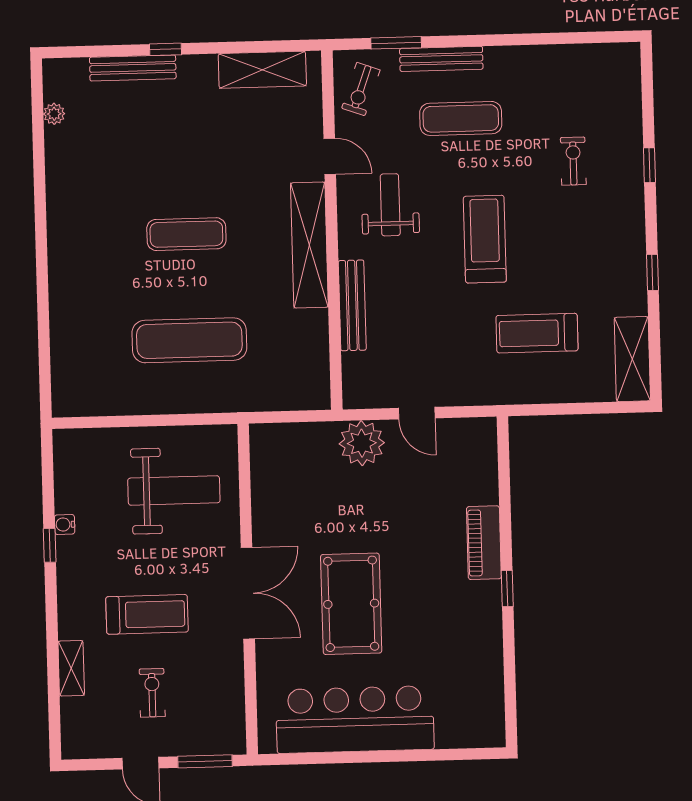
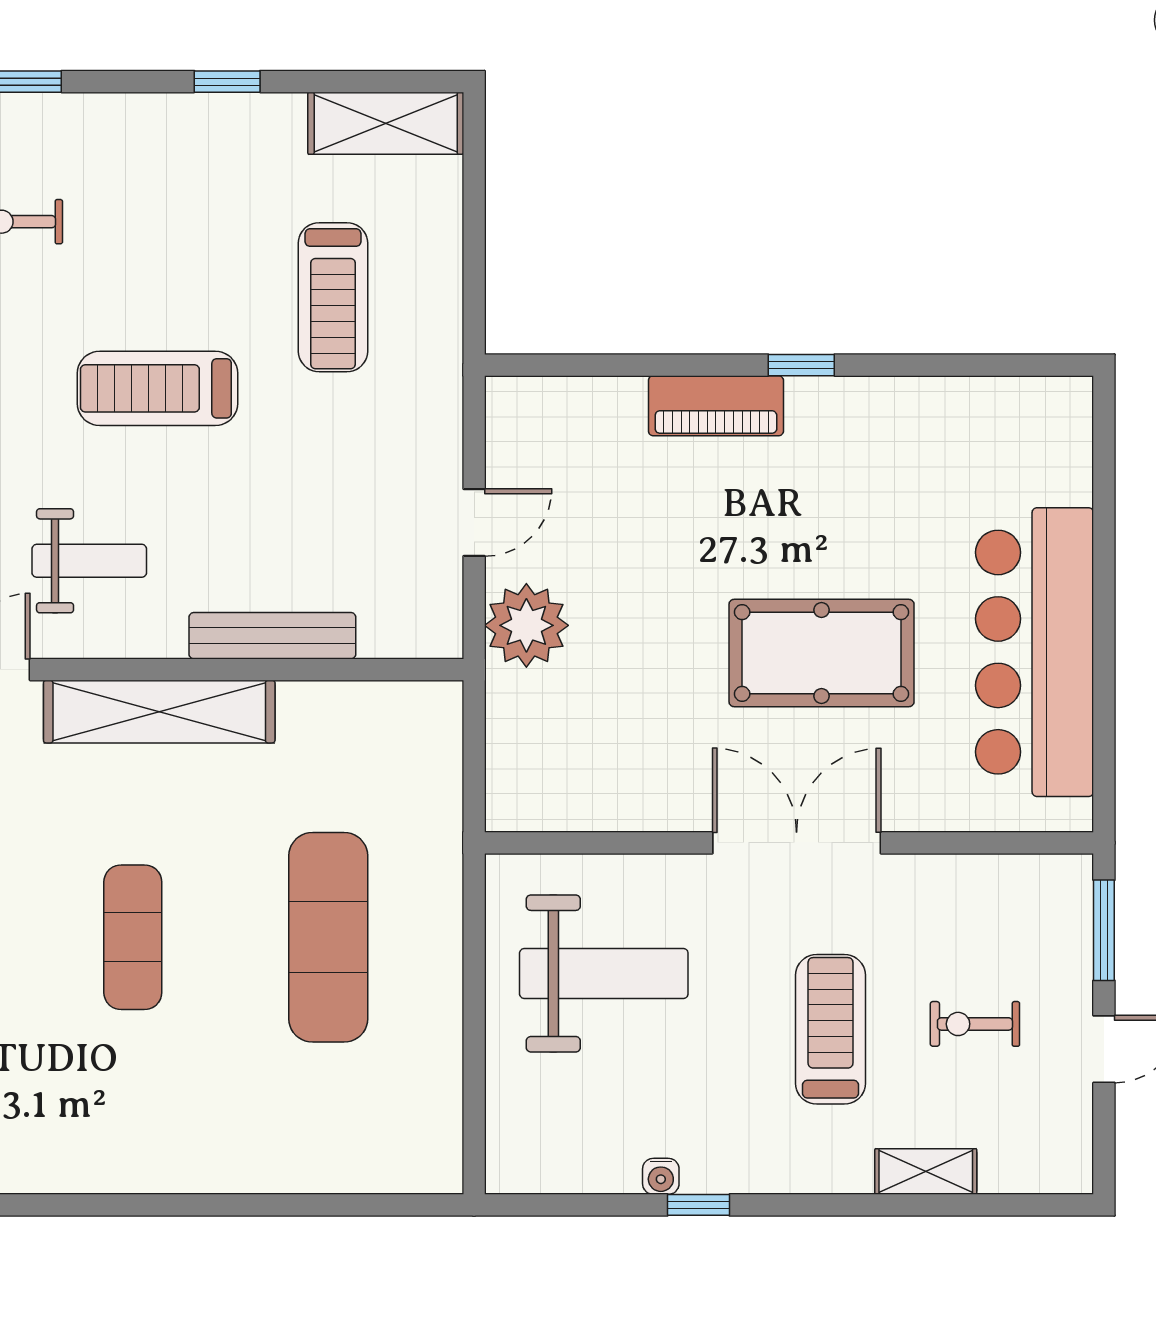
weight bench: (390, 205) -> (89, 561), turned 180
weight bench: (174, 490) -> (604, 973), turned 90

